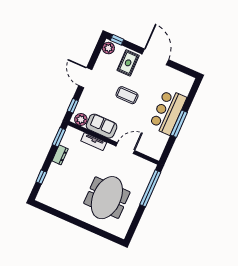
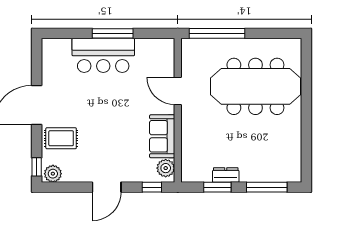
coffee table: (127, 95) -> (105, 120), removed
window: (59, 137) -> (217, 187), moved
tv unit: (94, 142) -> (188, 138), removed
window: (41, 177) -> (267, 187), width x2.17
meeting table: (107, 198) -> (255, 86), width x1.36

